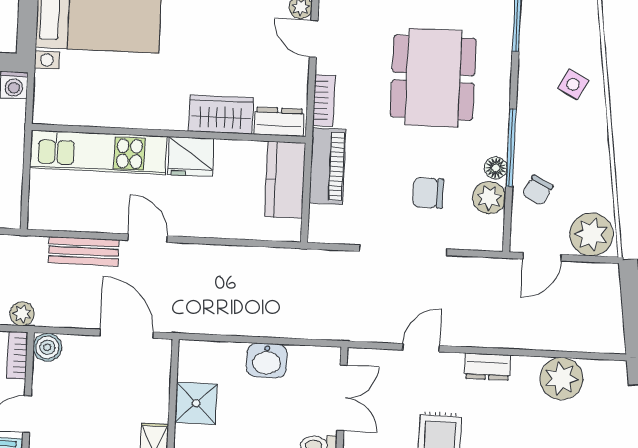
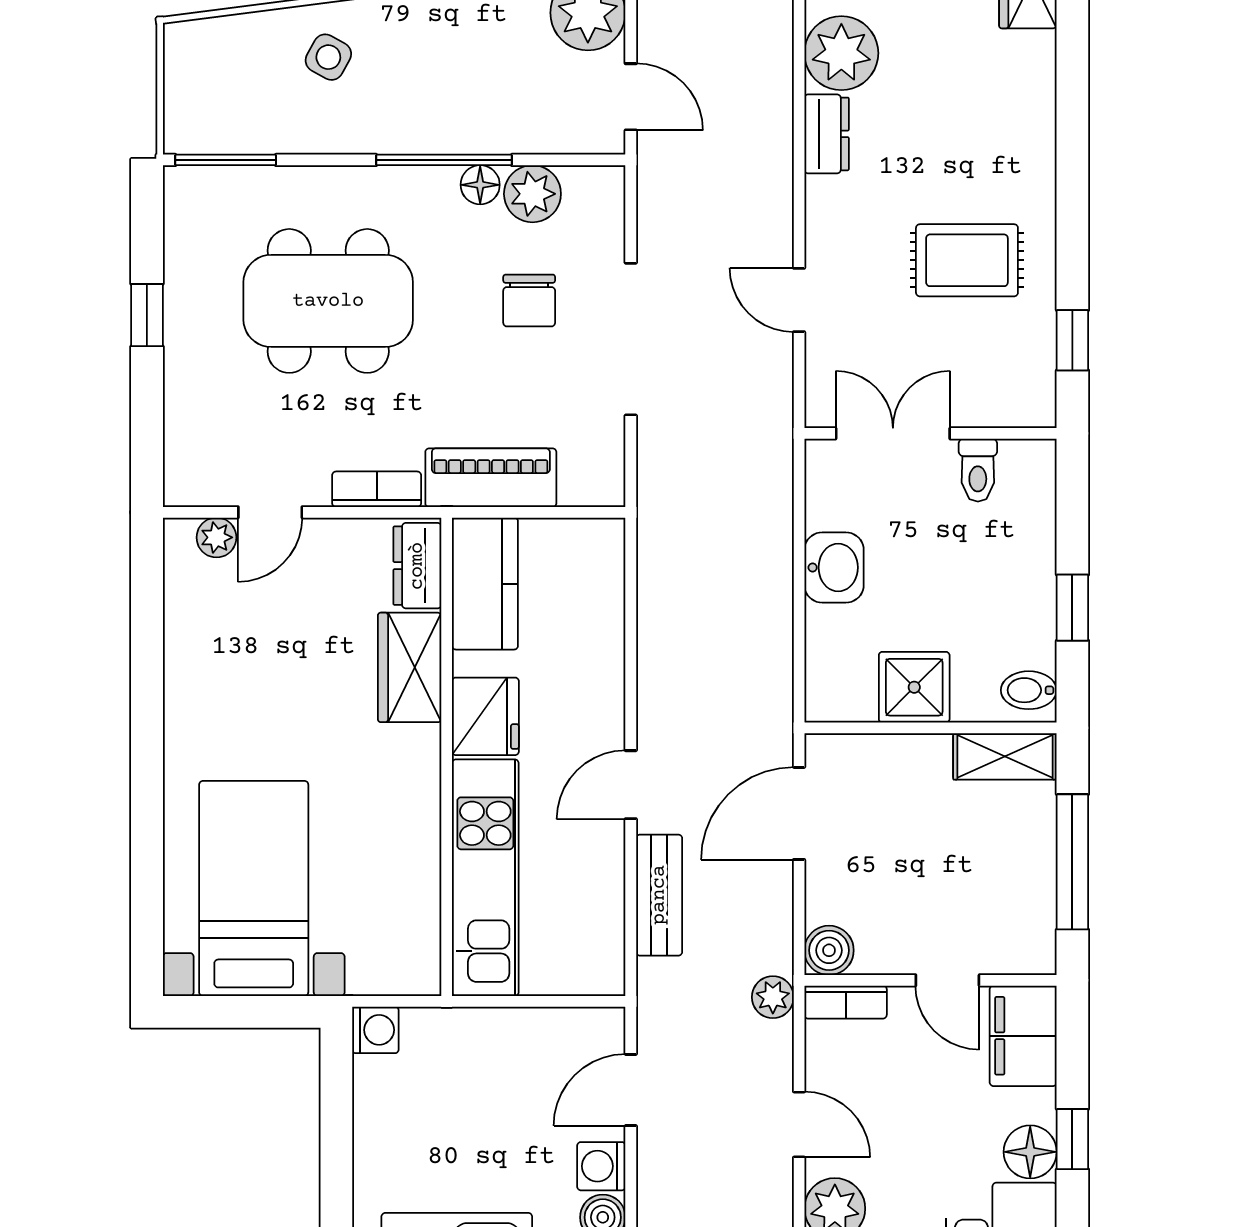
kitchen counter: (285, 180) -> (485, 584), moved, turned -90
chair: (538, 190) -> (515, 110), removed
dresser: (487, 367) -> (827, 134), moved

